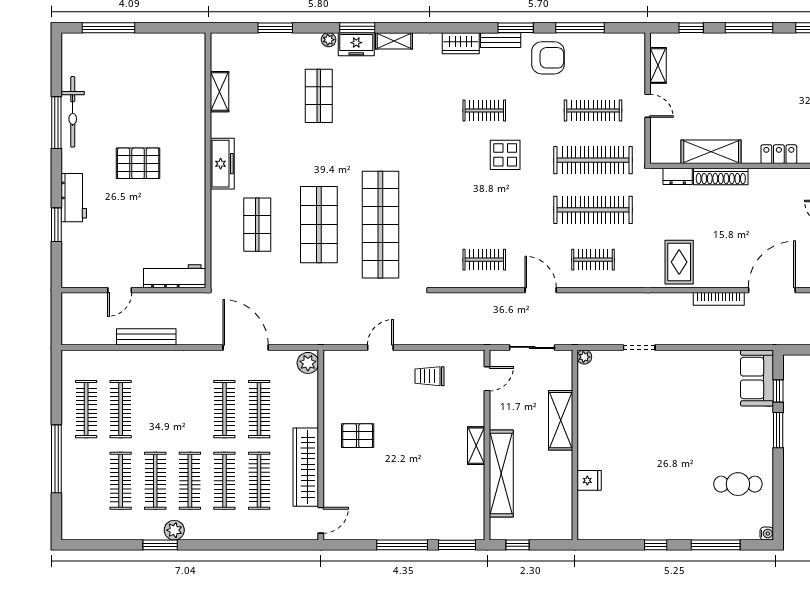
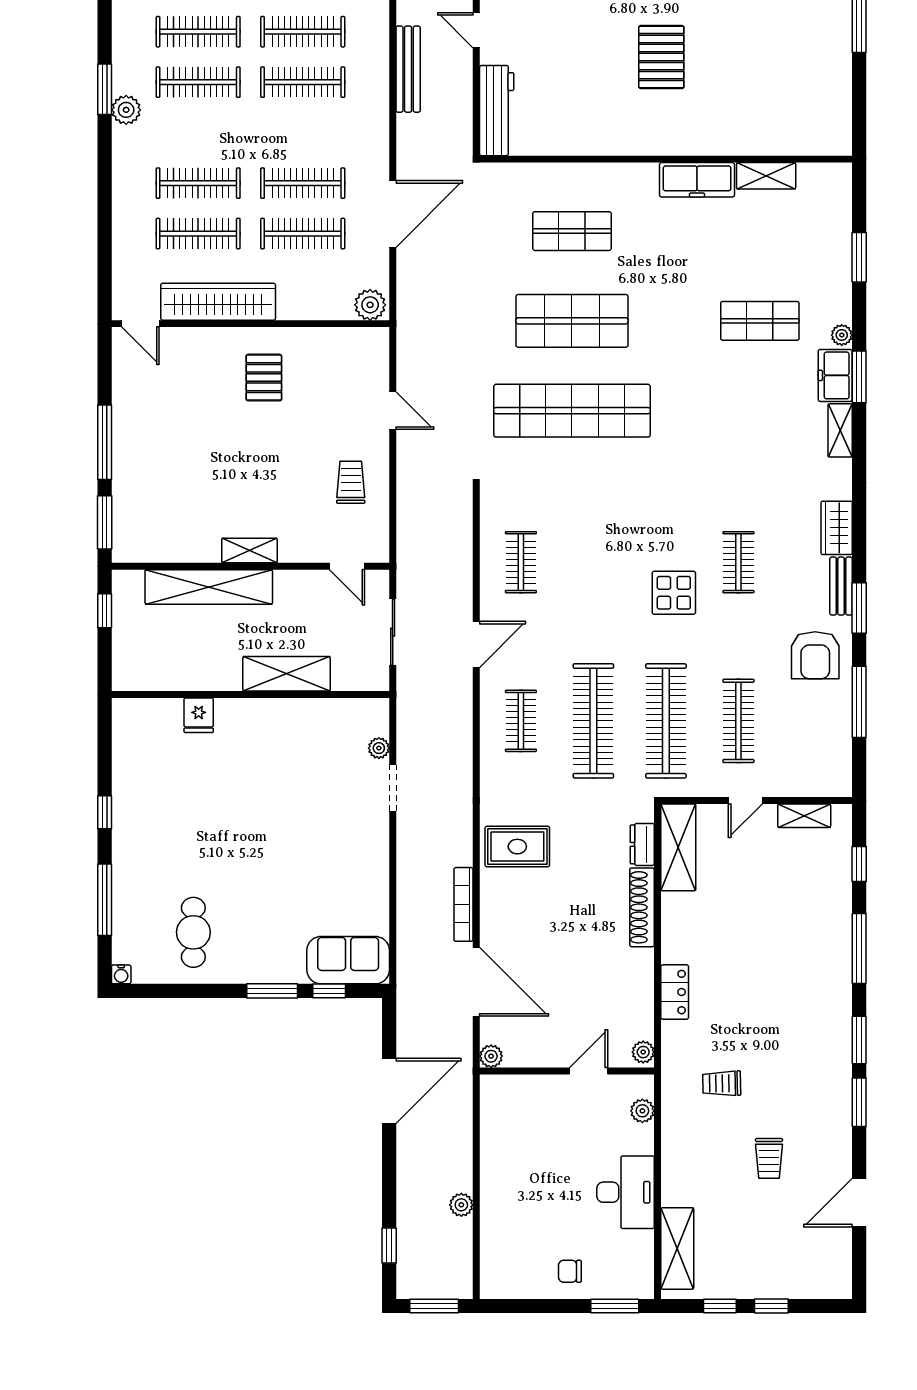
shelving: (711, 152) -> (678, 847), moved
freezer: (222, 164) -> (697, 180), moved
plant: (584, 357) -> (379, 748), moved
clothes rail: (190, 481) -> (303, 82), moved

